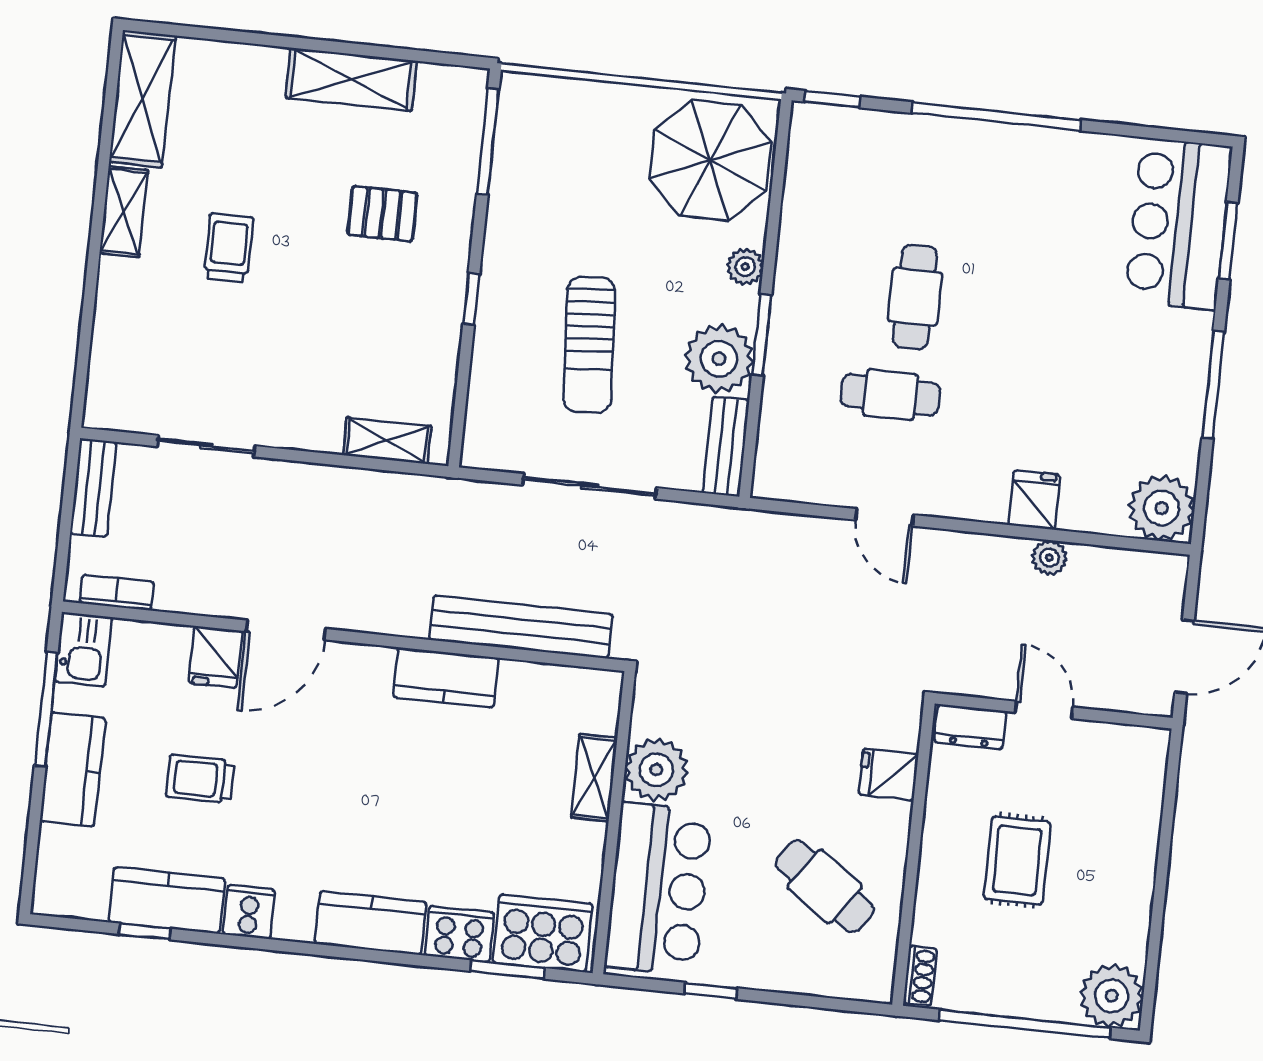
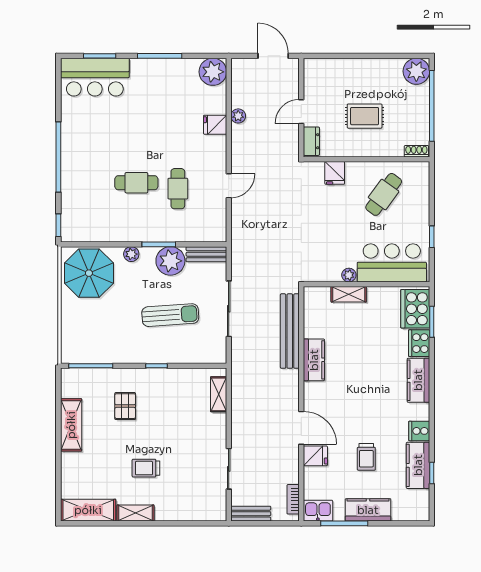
plant: (656, 770) -> (349, 275), width x0.53, depth x0.53

